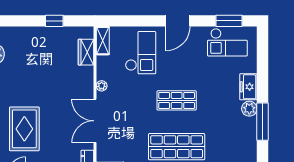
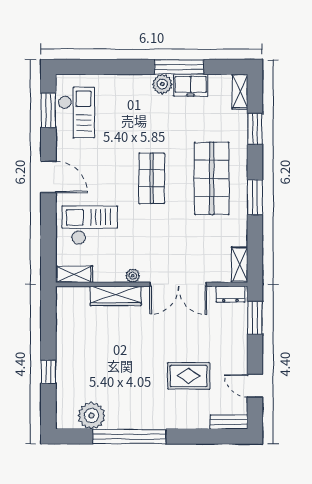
window: (54, 21) -> (48, 372), moved
wardrobe: (86, 52) -> (116, 296), moved, width x1.50
freezer: (248, 87) -> (191, 85), moved
rug: (24, 129) -> (189, 376), width x0.73, depth x0.70

